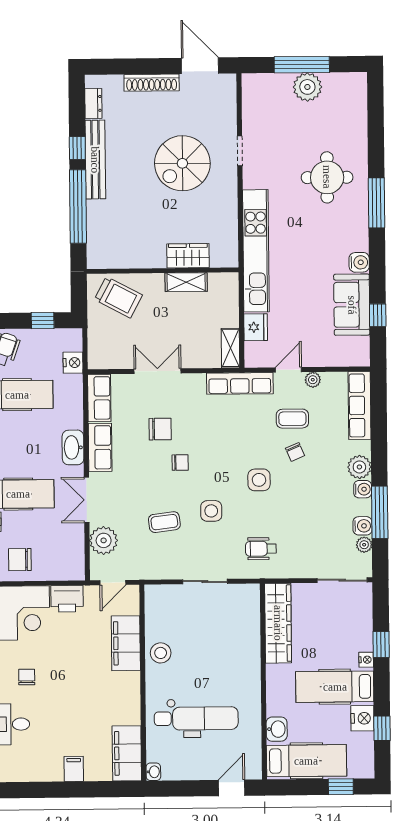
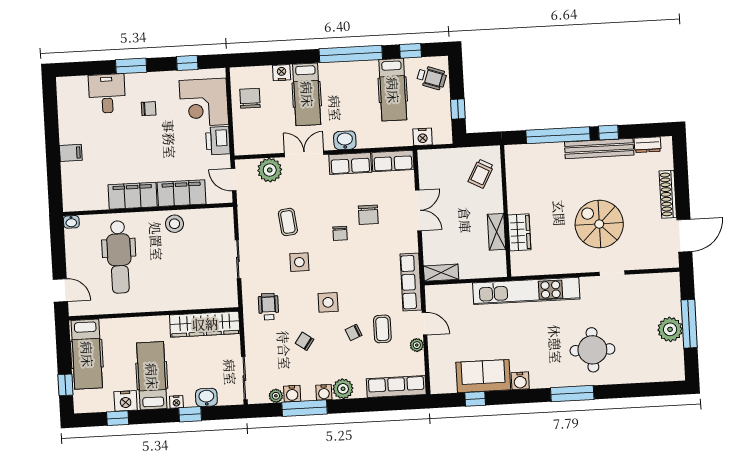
trolley: (118, 297) -> (481, 174), width x0.73, depth x0.72
fridge: (256, 327) -> (460, 294), removed
washbasin: (73, 447) -> (345, 140), width x0.72
chair: (303, 509) -> (305, 341), added
washbasin: (277, 729) -> (206, 397), moved, turned 180
filing cabinet: (127, 753) -> (133, 196), moved

